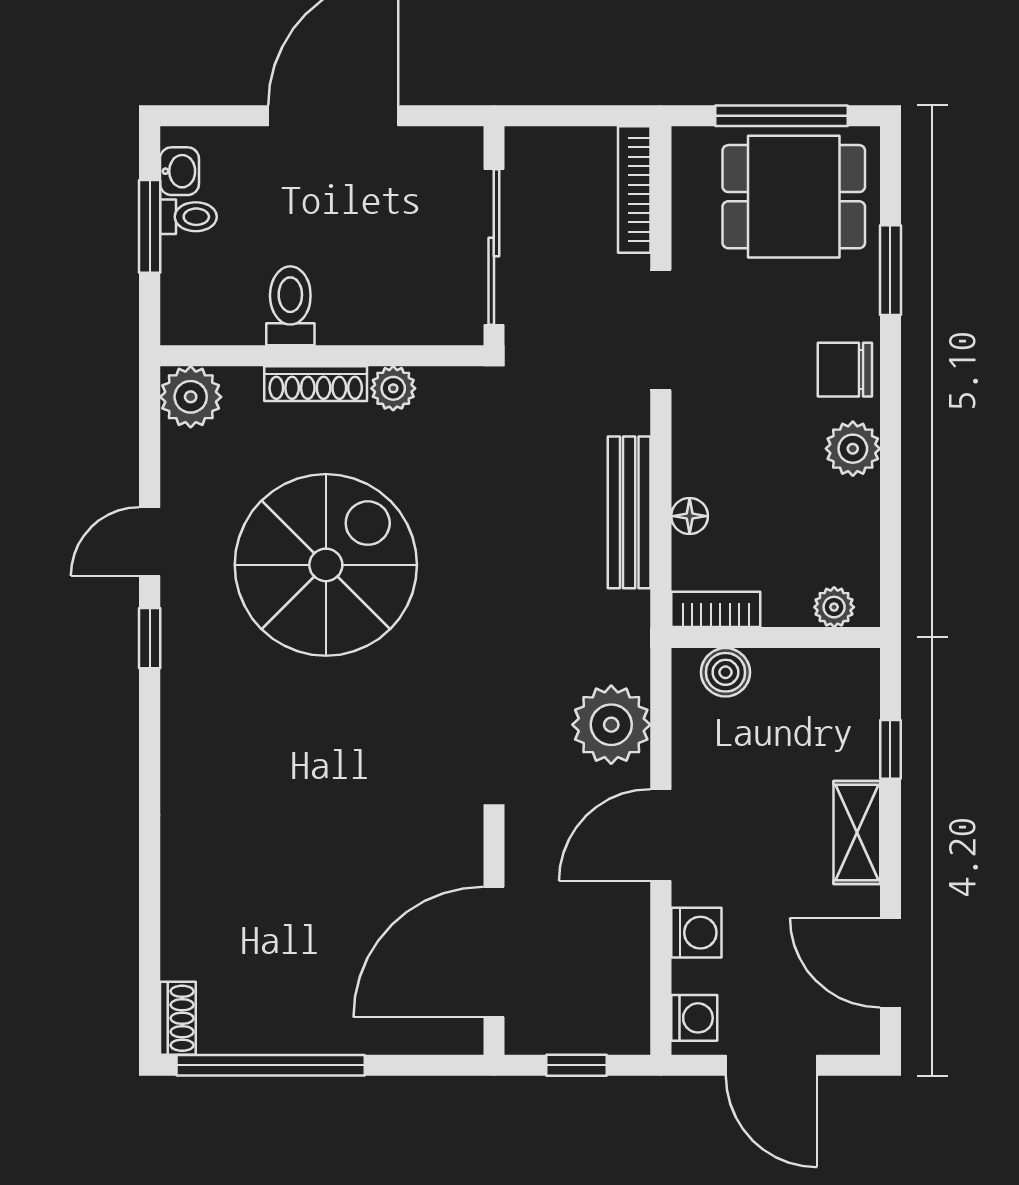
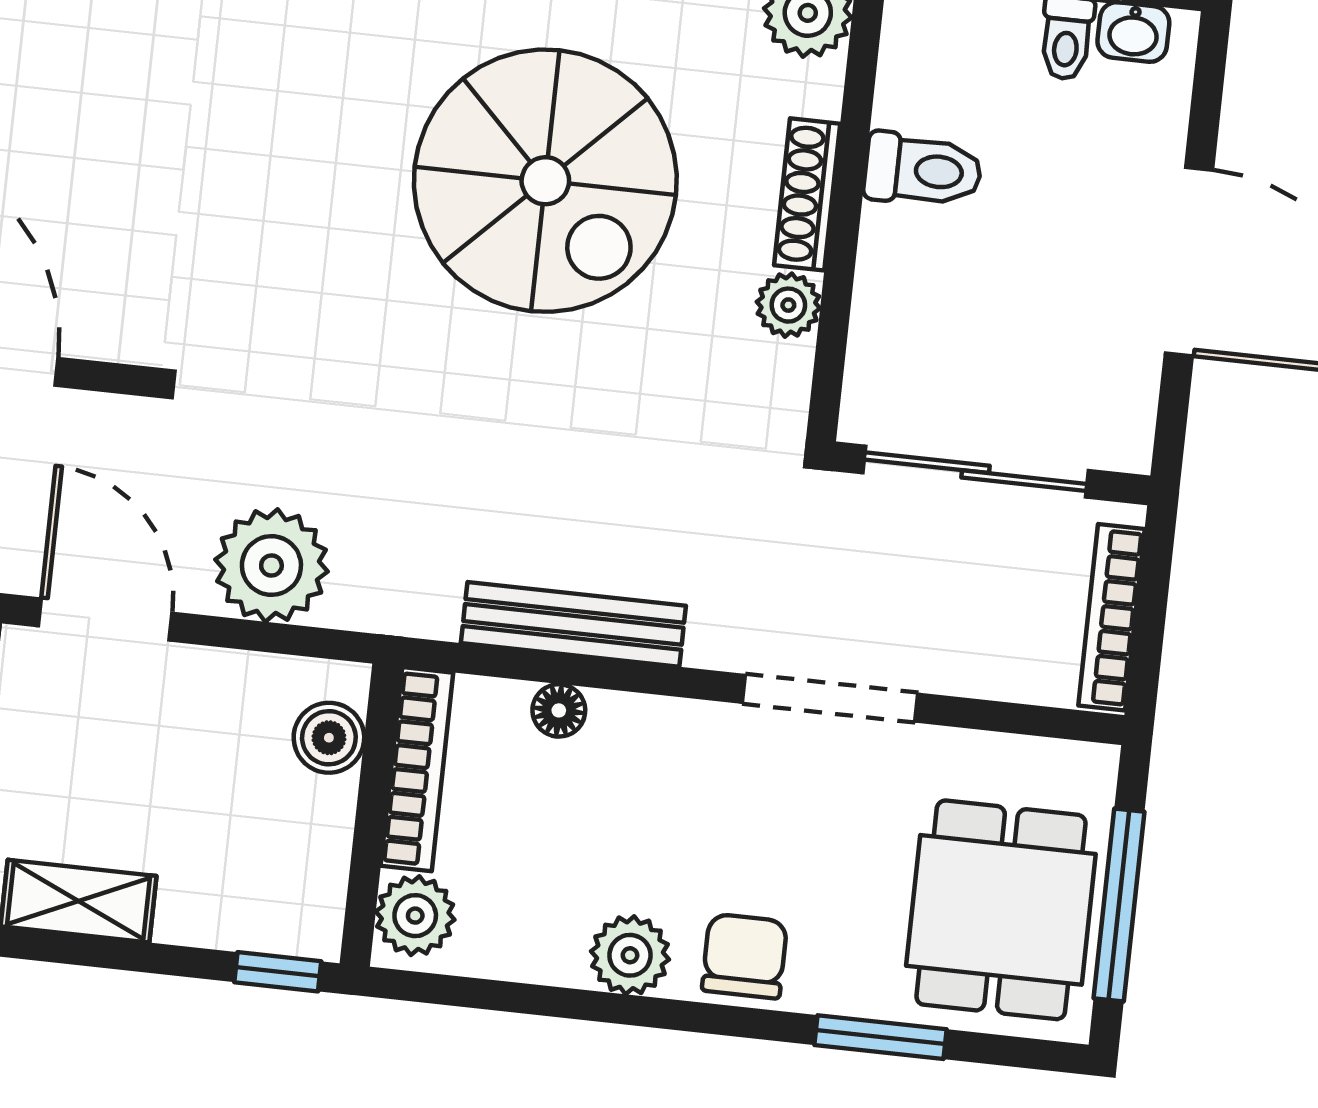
bookcase: (634, 190) -> (1112, 617), moved, turned -90
plant: (834, 607) -> (415, 916), width x1.38, depth x1.38
bookcase: (716, 609) -> (417, 769), width x1.56
window: (890, 749) -> (278, 972), moved

